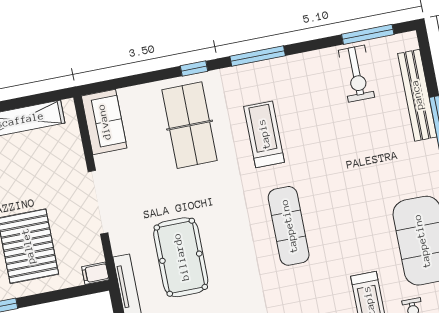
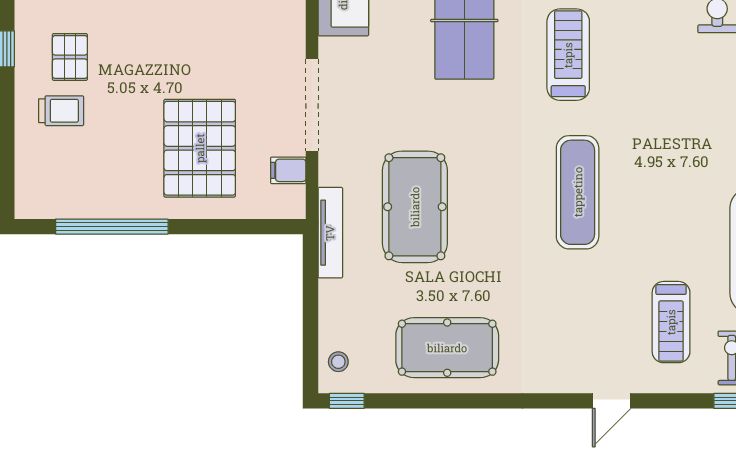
filing cabinet: (95, 273) -> (288, 170), moved

